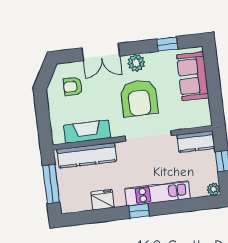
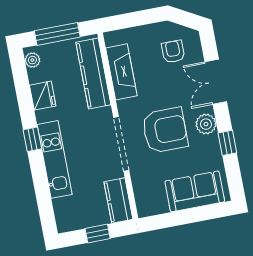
window: (167, 44) -> (227, 143), moved
armchair: (139, 98) -> (165, 130), turned 180
plant: (214, 189) -> (32, 60), moved

